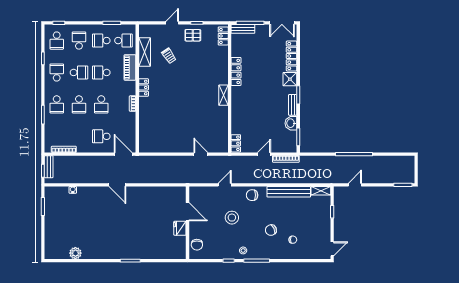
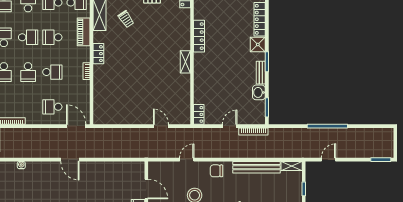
school desk: (101, 104) -> (52, 72), turned -90

